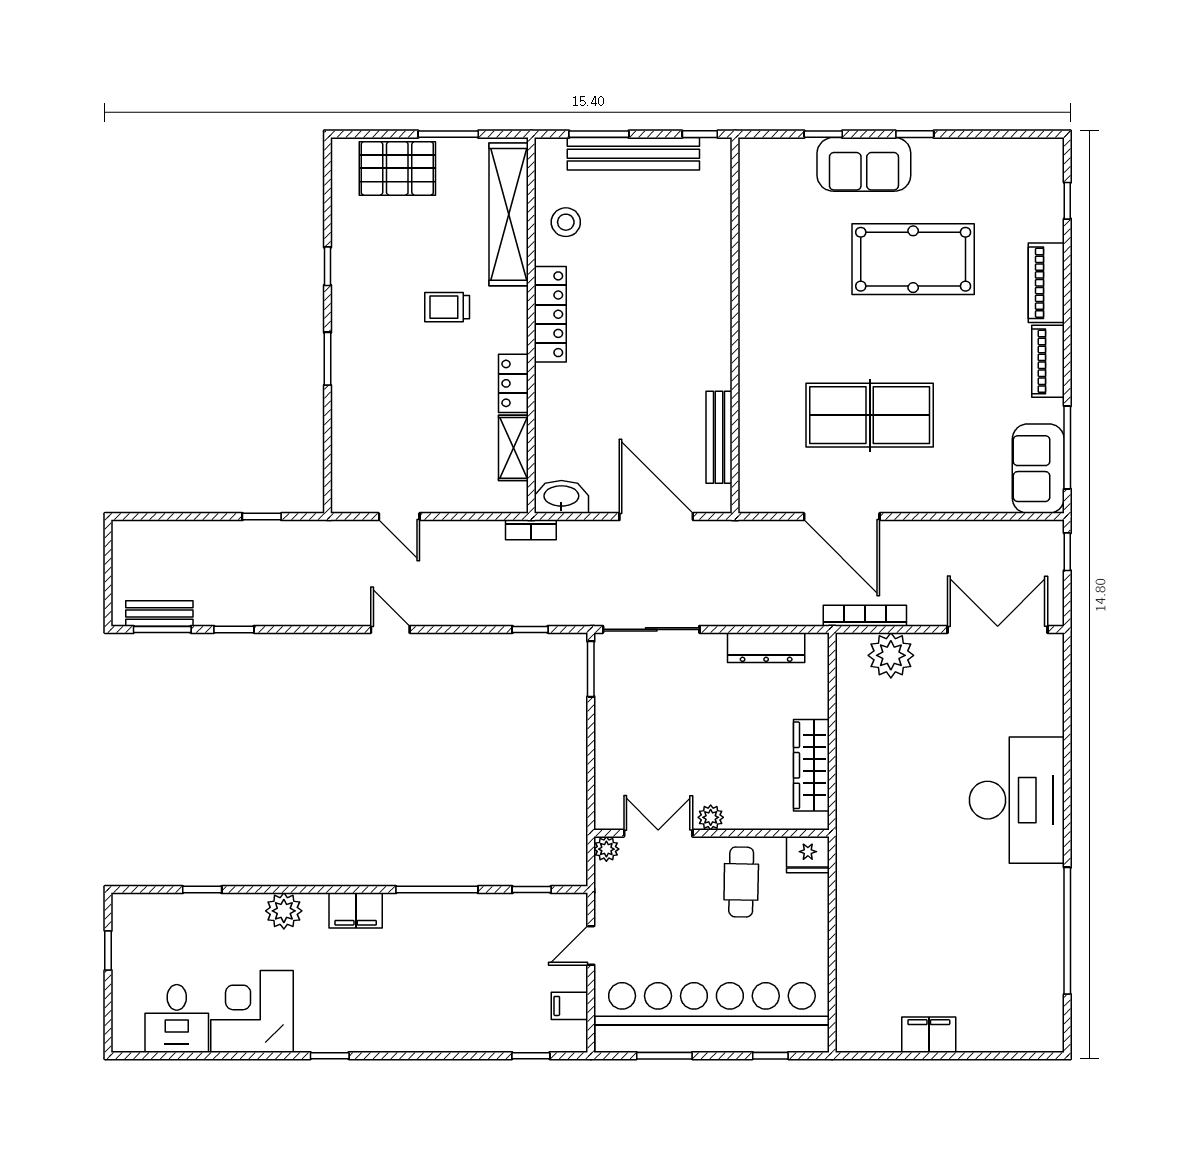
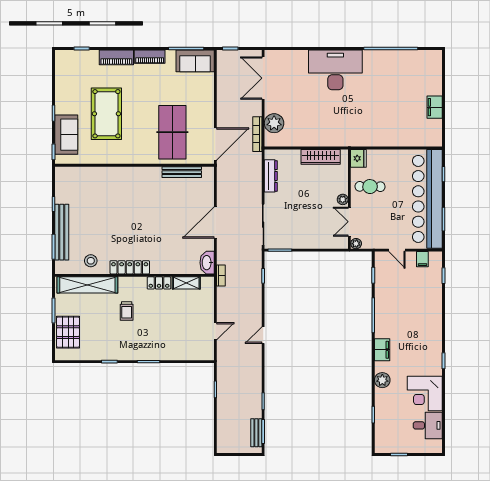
wall: (735, 325) -> (134, 165), moved
bench: (719, 437) -> (182, 172), moved

